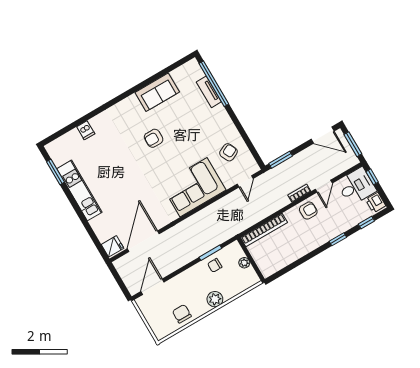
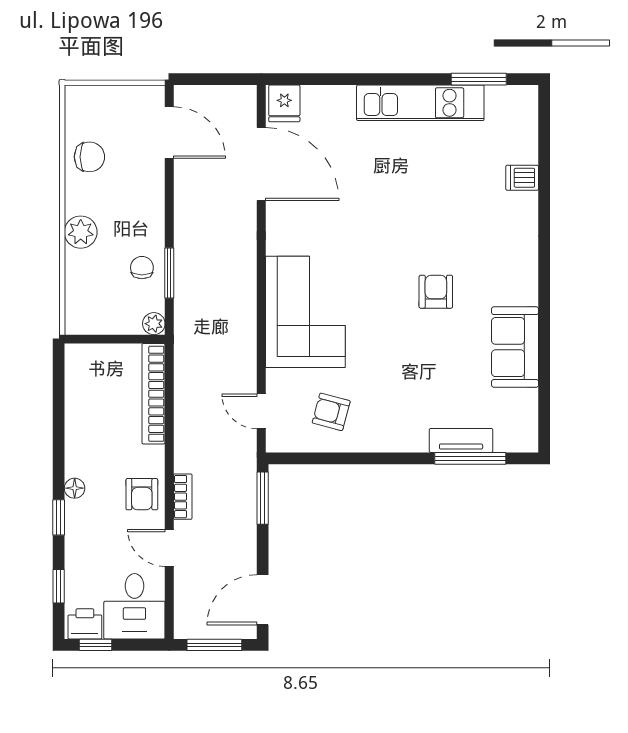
window: (214, 84) -> (470, 458), width x0.68
armchair: (228, 152) -> (331, 412), turned 130
window: (372, 177) -> (96, 645), moved
floor lamp: (322, 240) -> (75, 488), added
plant: (244, 263) -> (154, 324), moved

